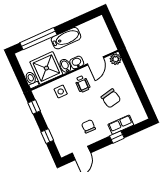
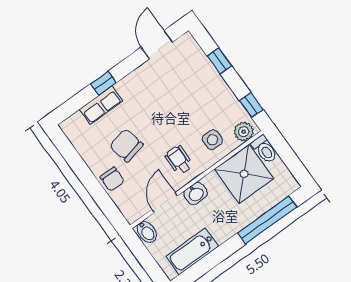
bathtub: (66, 38) -> (192, 251), moved
plant: (116, 59) -> (244, 132), moved
bidet: (65, 66) -> (147, 232), moved
chair: (88, 126) -> (112, 179), moved

